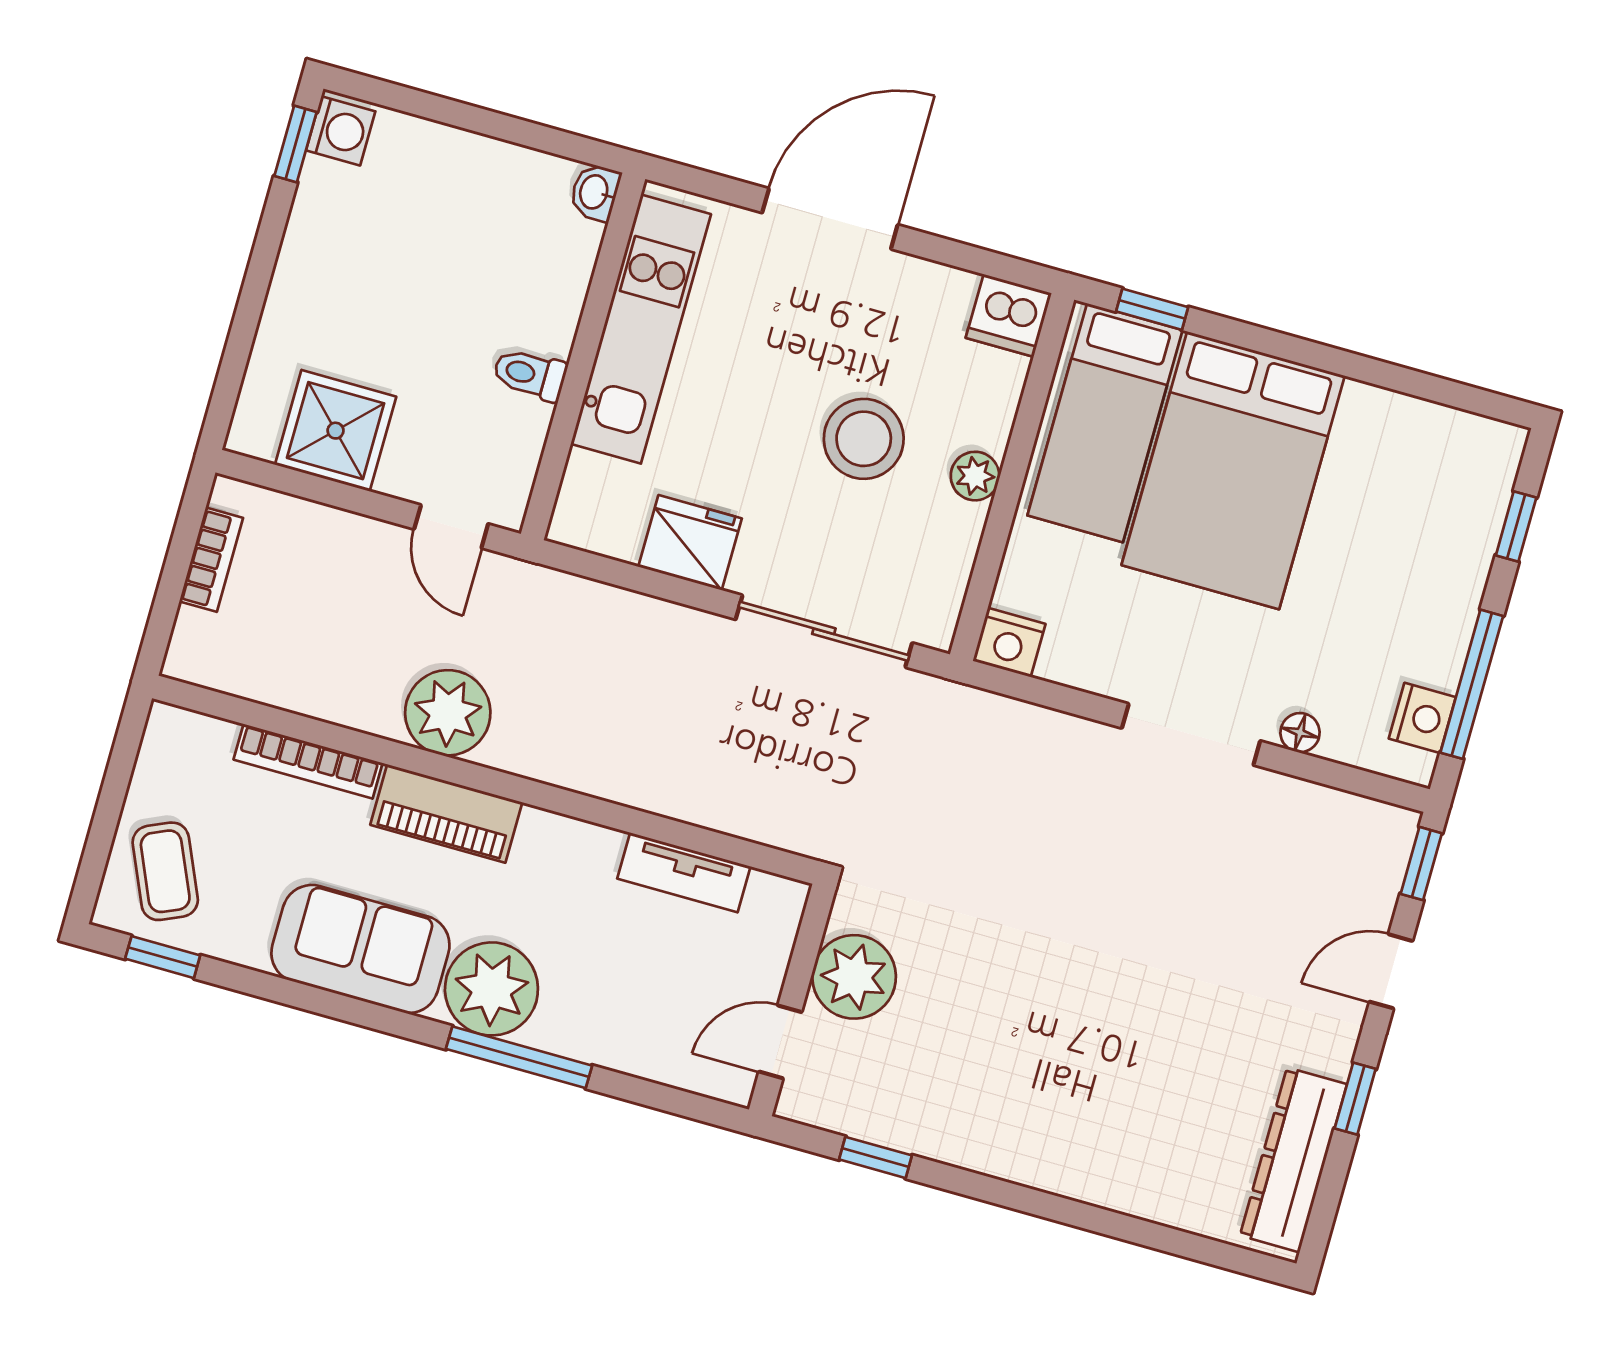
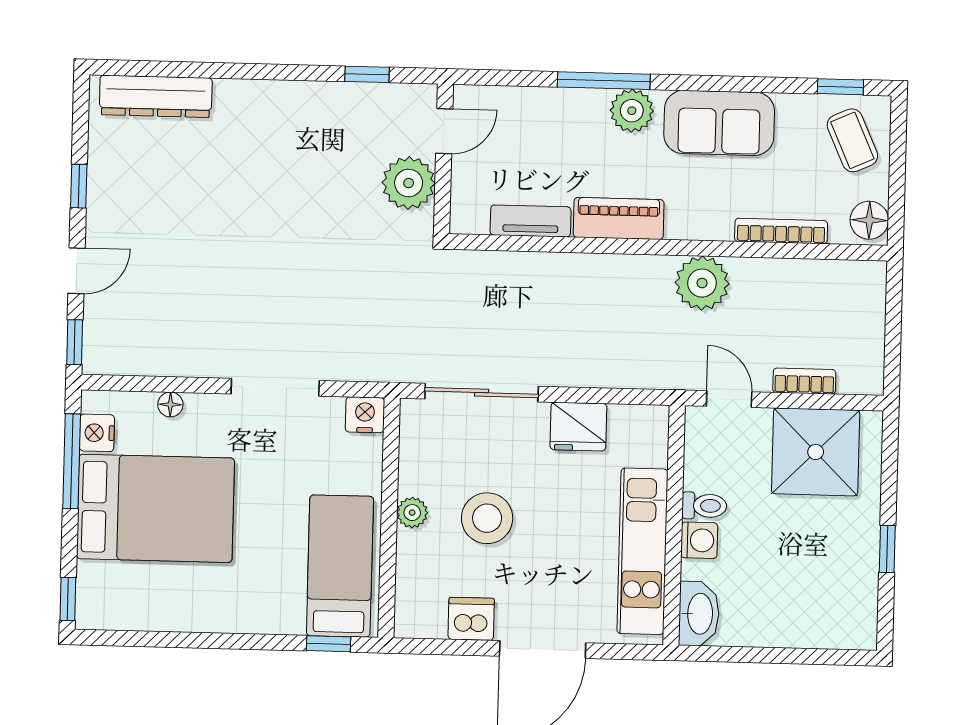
washing machine: (341, 131) -> (699, 540), moved, turned 180
window: (296, 144) -> (887, 549), moved
washbasin: (595, 192) -> (699, 614), width x1.91, depth x1.45
dishwasher: (1009, 315) -> (471, 619), moved
shower: (336, 431) -> (816, 452), width x1.37, depth x1.37
bed: (1233, 470) -> (155, 508), moved, turned 90
window: (1516, 527) -> (68, 599), moved
bookcase: (211, 560) -> (804, 381), moved, turned 90
doorway: (1191, 734) -> (275, 387), moved
floor lamp: (170, 744) -> (869, 220), added
piano: (446, 814) -> (619, 218), moved
plant: (491, 989) -> (632, 111), width x0.73, depth x0.73
dresser: (1293, 1160) -> (156, 96), moved, turned 90

